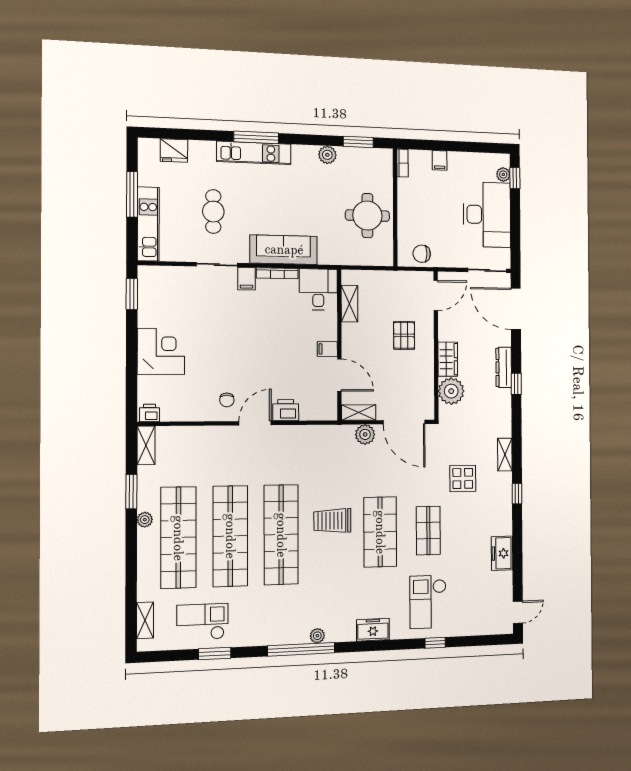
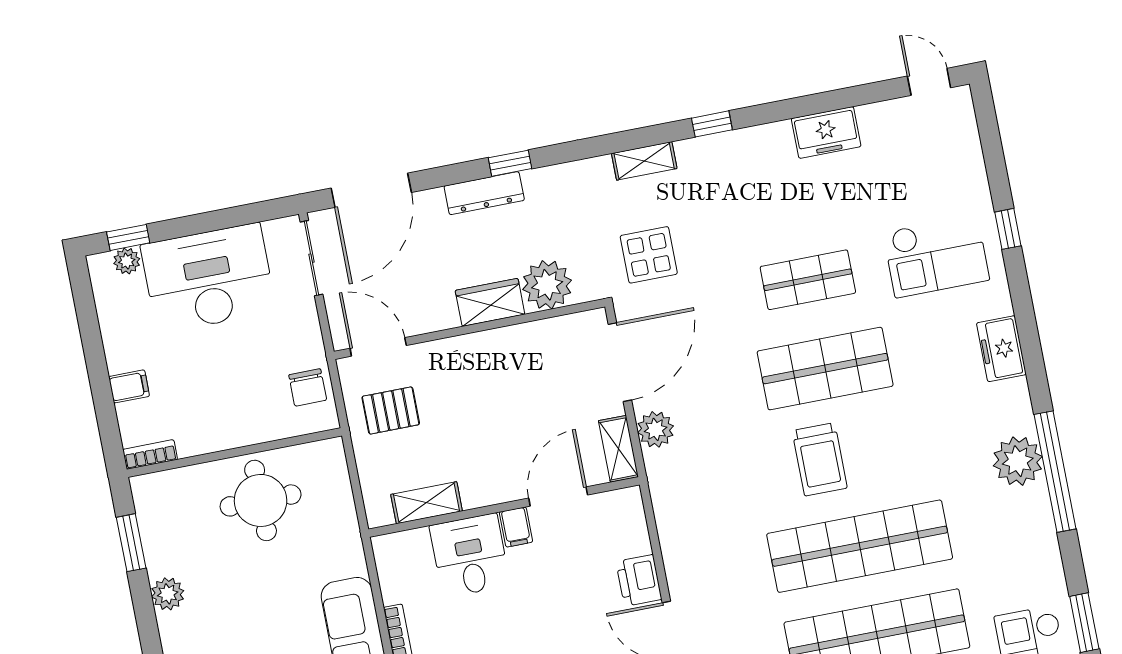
desk: (318, 289) -> (470, 555), moved, turned 90
pallet: (404, 335) -> (391, 410), moved
display table: (463, 478) -> (649, 255), moved
plant: (317, 636) -> (1018, 461), width x1.87, depth x1.87

